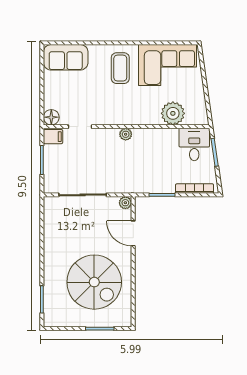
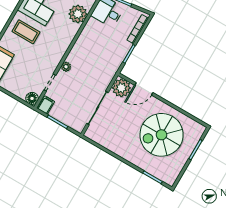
plant: (126, 134) -> (66, 67), moved
plant: (125, 203) -> (121, 88), width x1.87, depth x1.87
spiral stairs: (94, 282) -> (162, 135), turned 180

